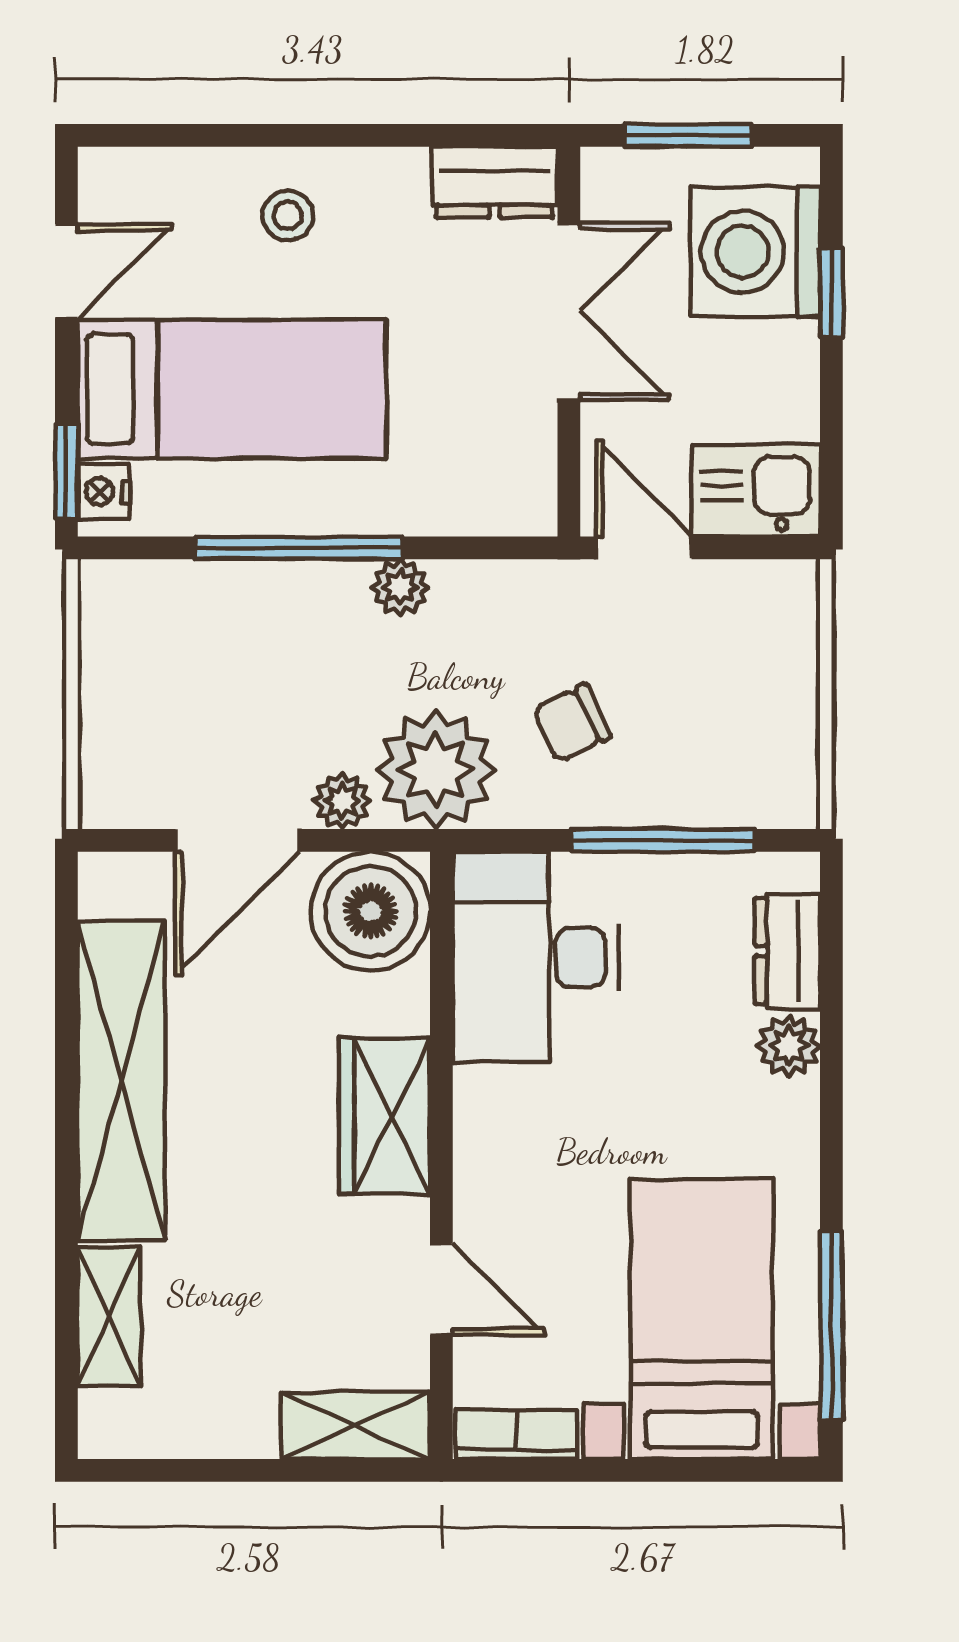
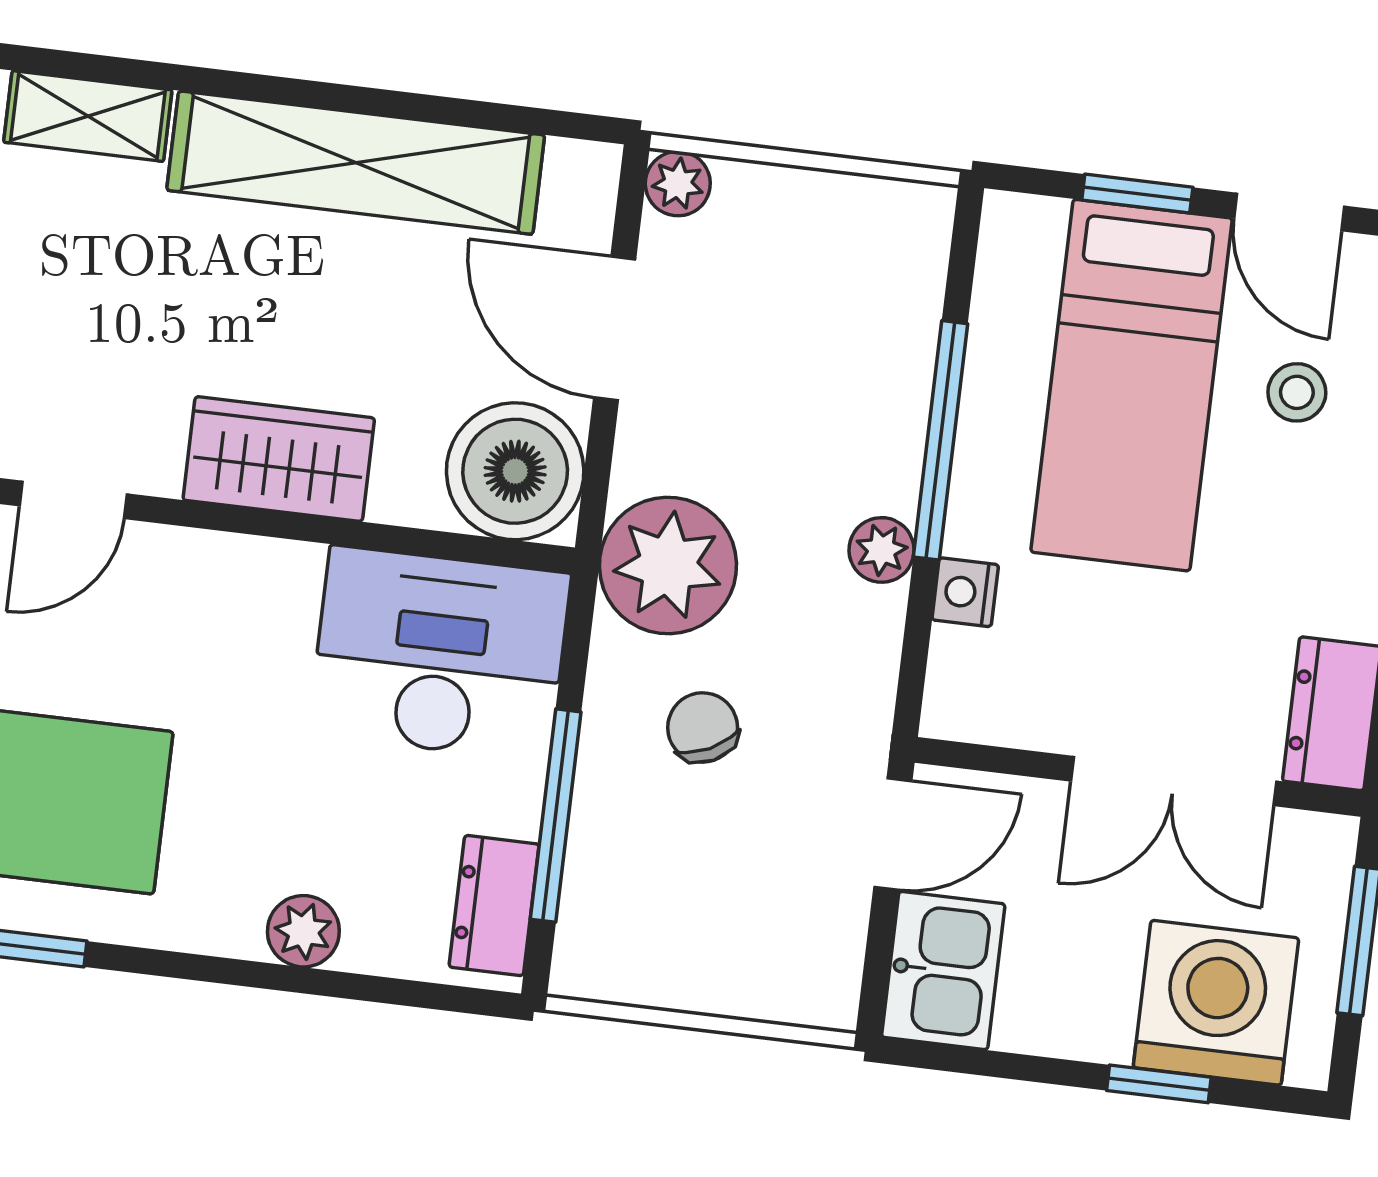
stool: (288, 216) -> (1297, 392), moved
window: (66, 471) -> (1137, 194), moved
nightstand: (103, 492) -> (965, 592), moved, turned -90
plant: (342, 801) -> (678, 184), moved
dresser: (788, 951) -> (494, 906), moved, turned -90

